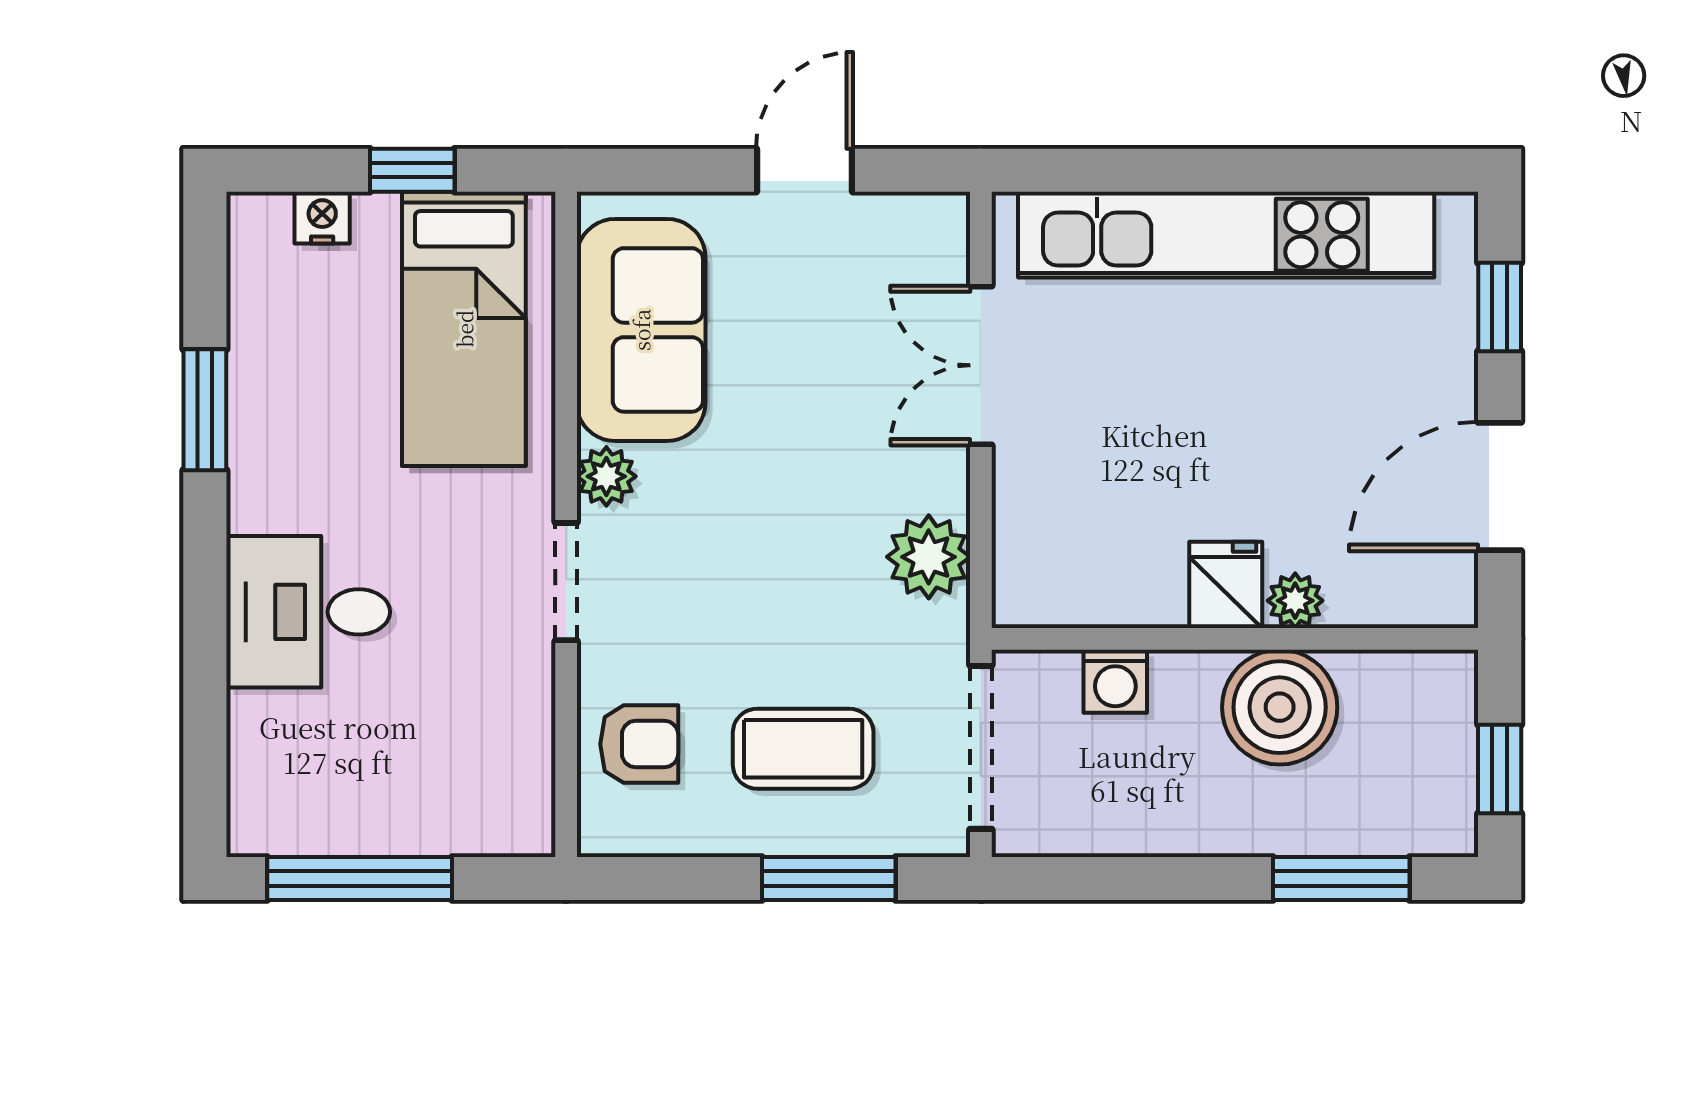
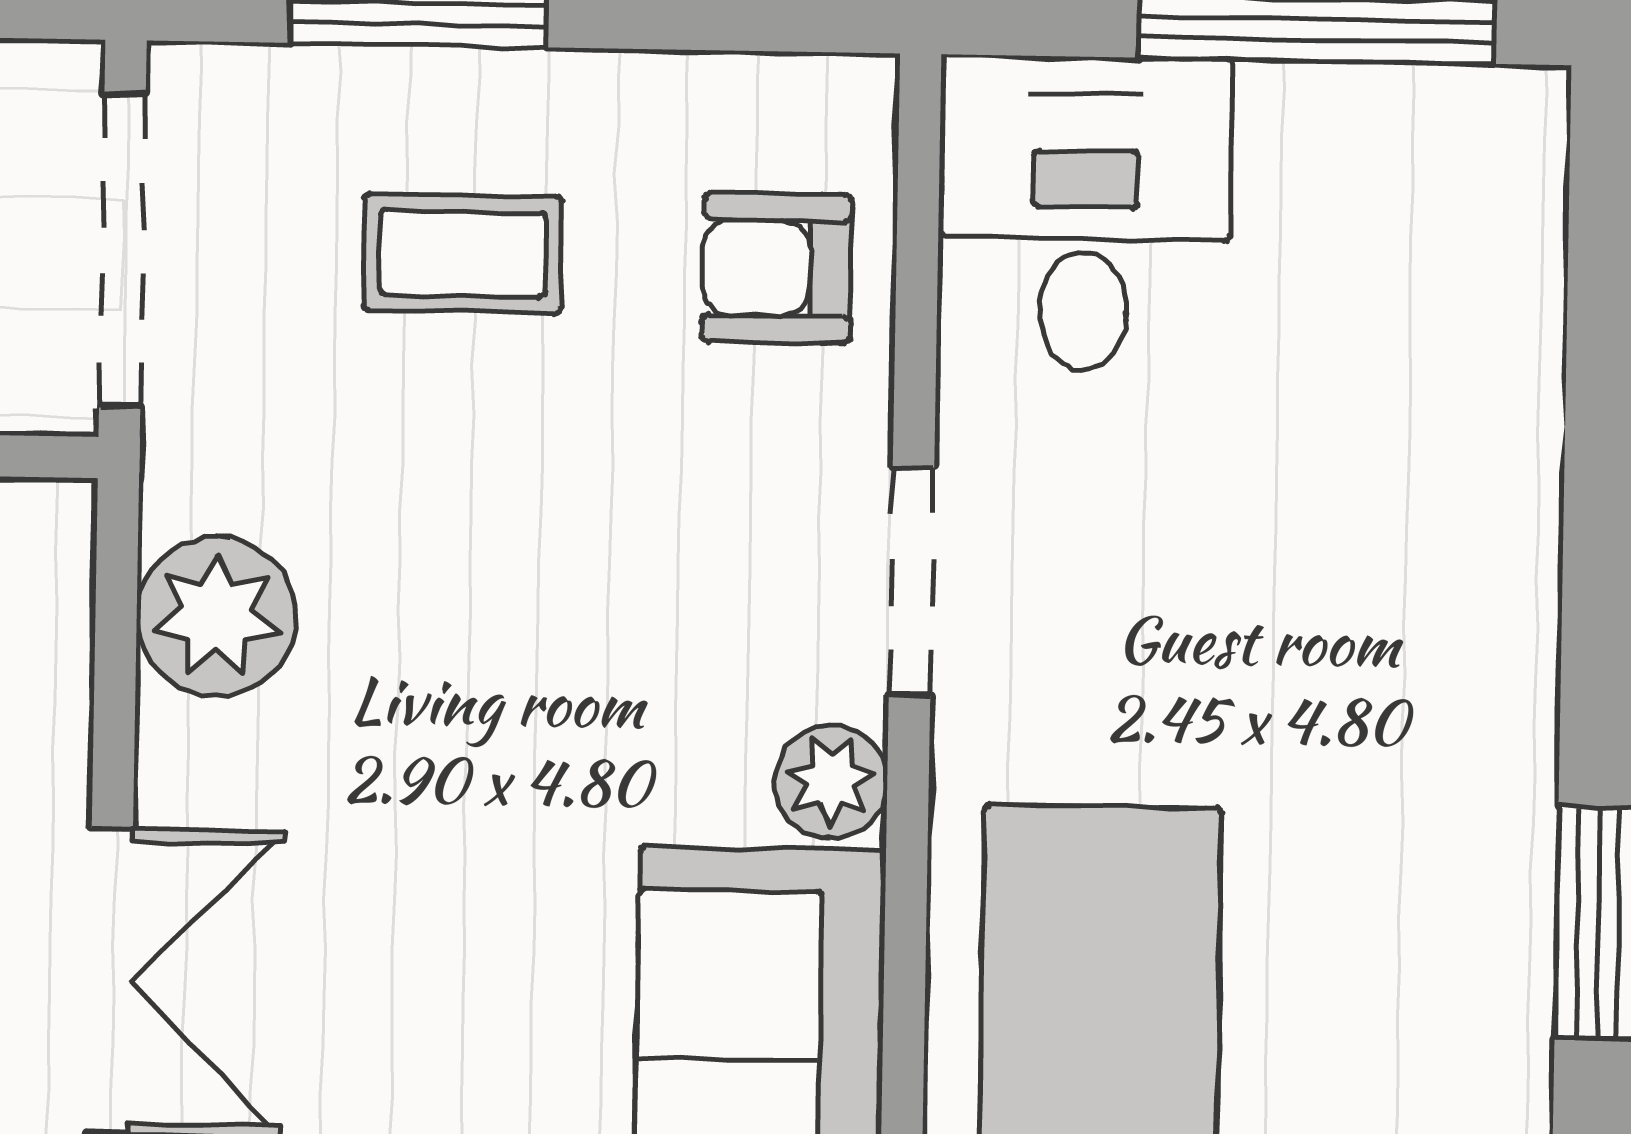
desk: (308, 612) -> (1085, 214), moved, turned -90
coffee table: (803, 749) -> (463, 253), width x0.73, depth x0.77

